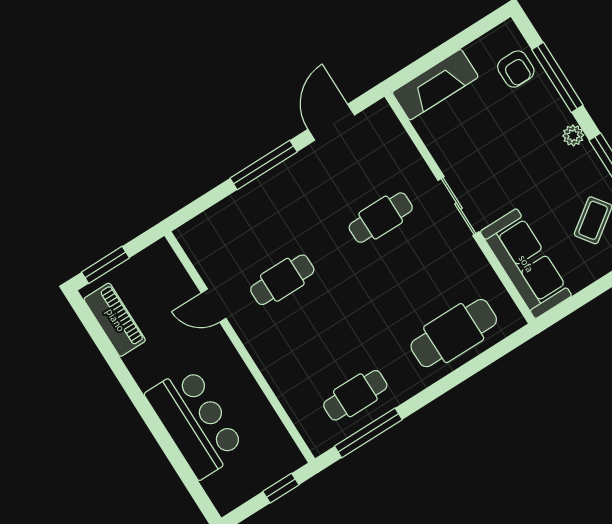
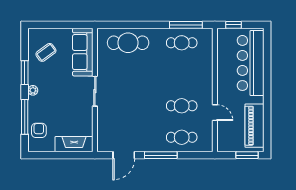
cafe table: (381, 218) -> (182, 137), moved
piano: (115, 320) -> (254, 126), width x1.37, depth x1.33
bar counter: (195, 422) -> (251, 63), width x1.36

